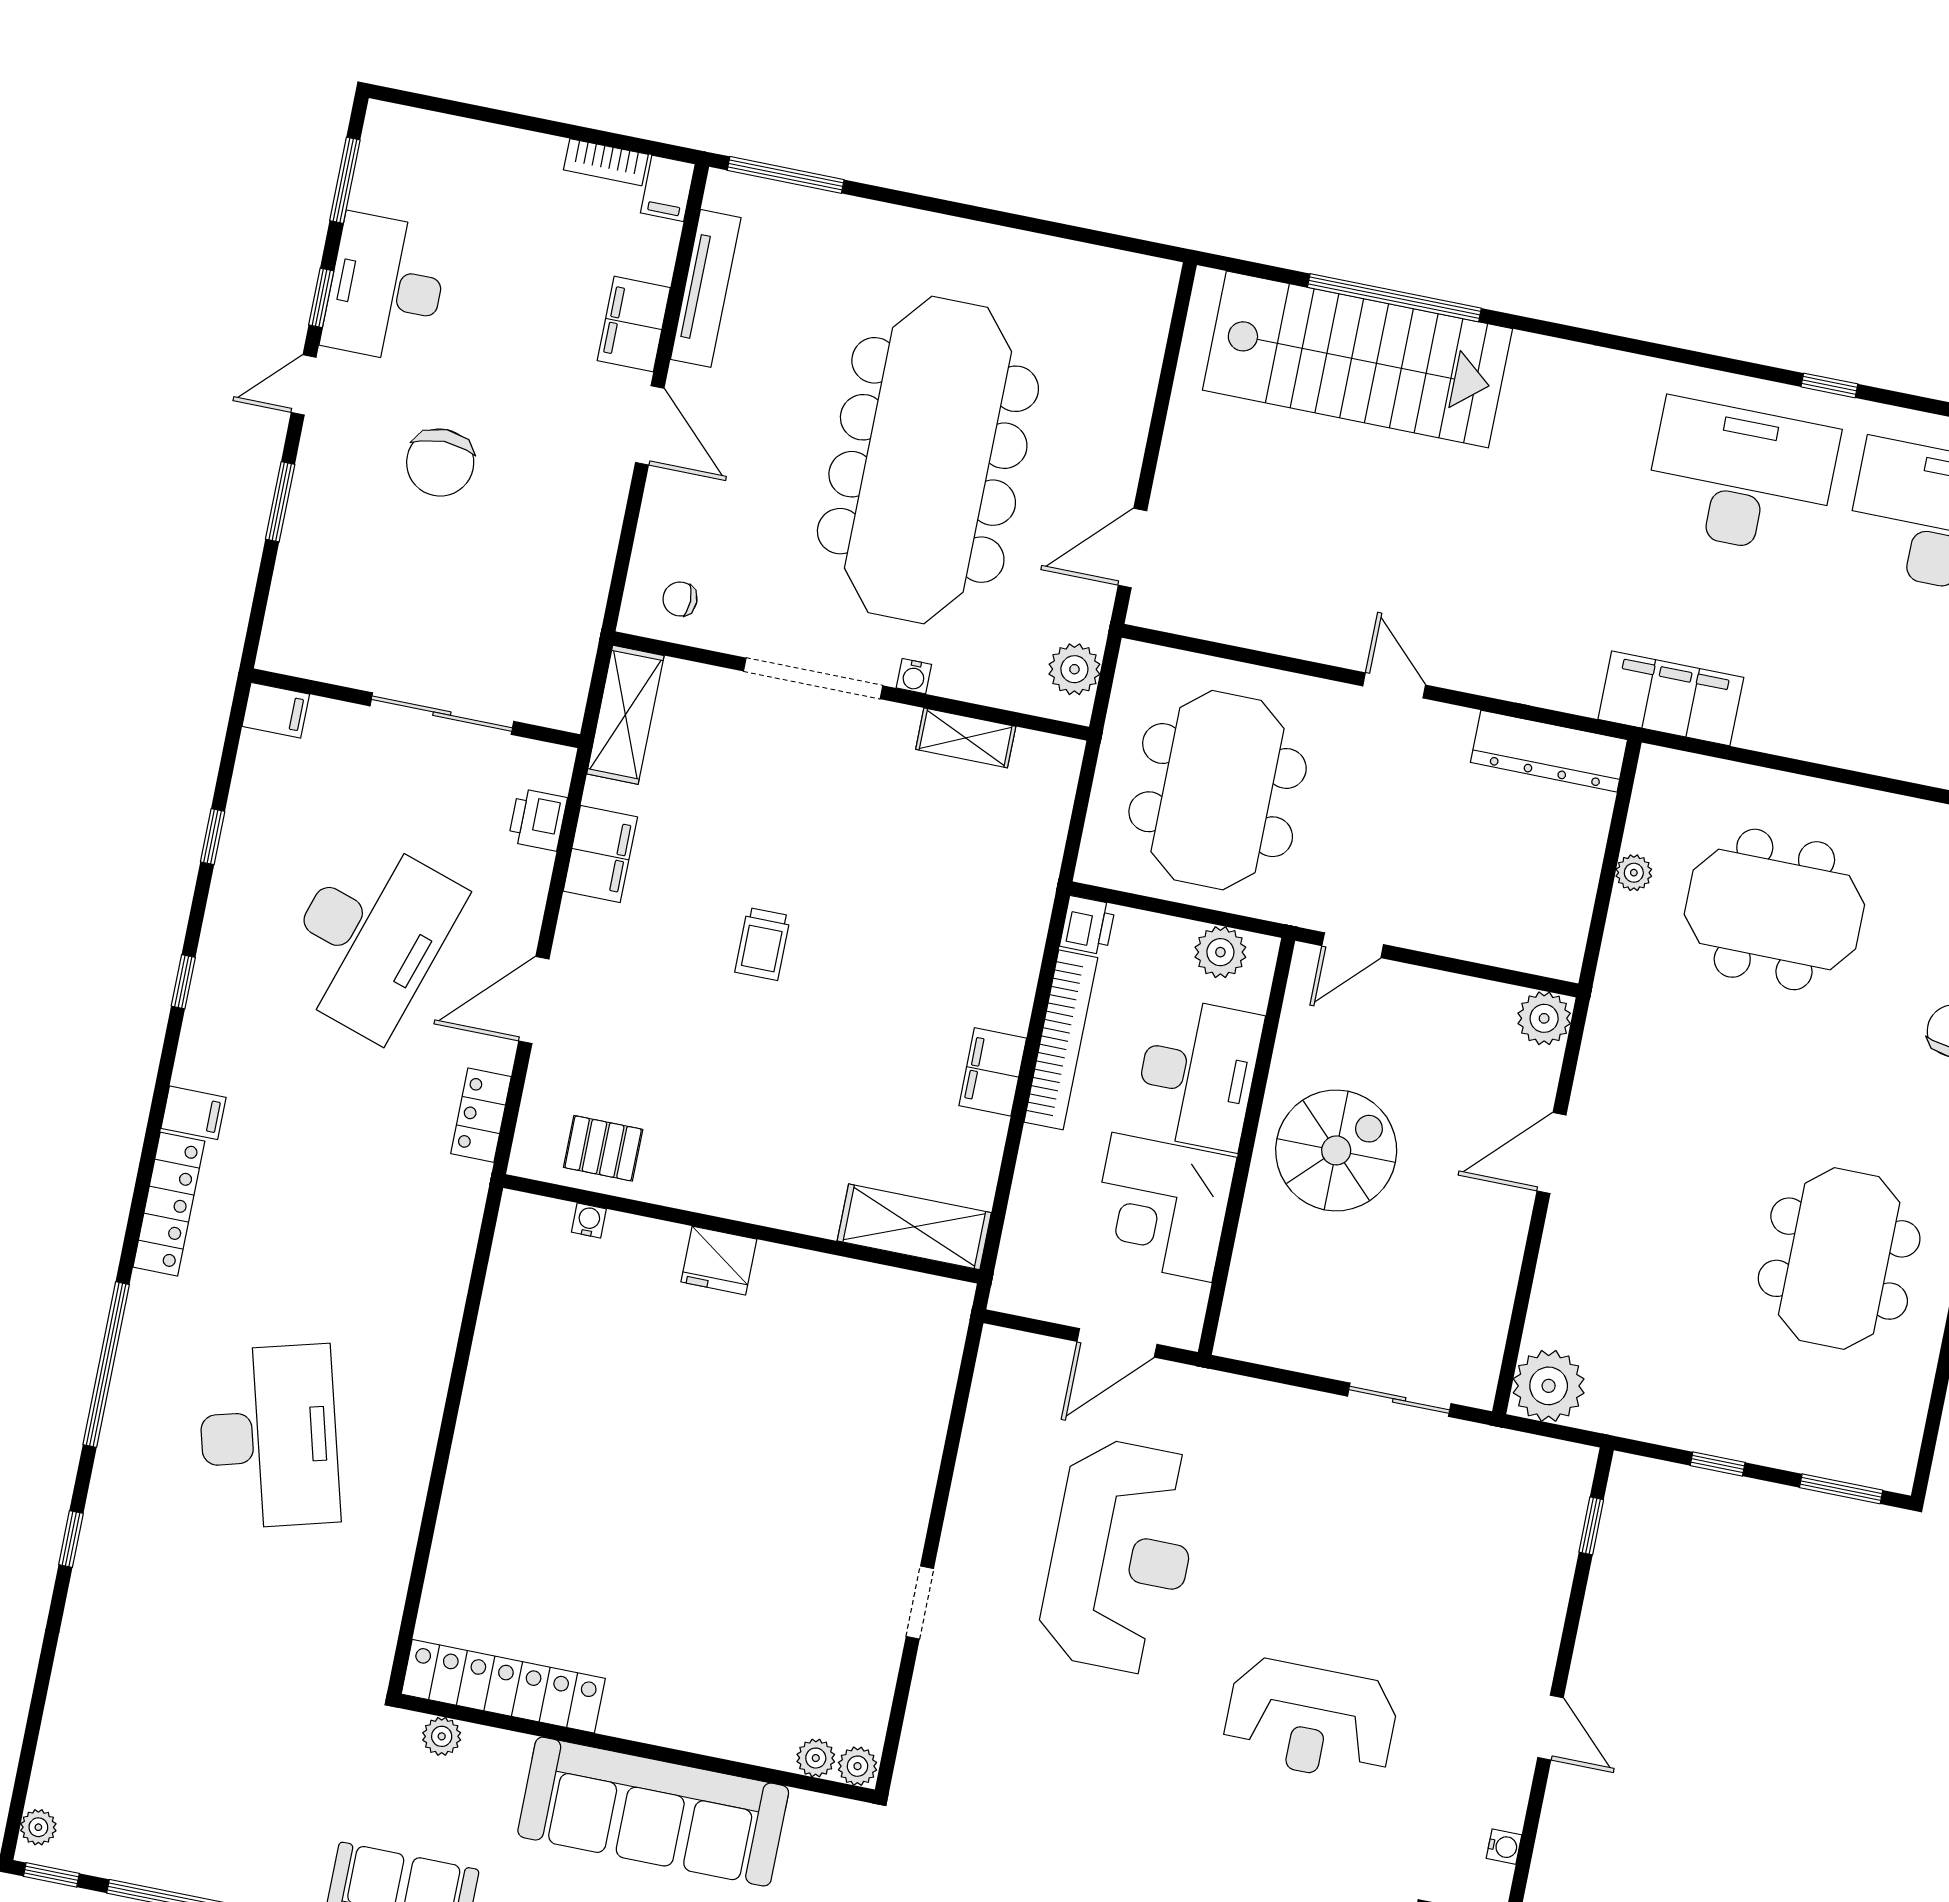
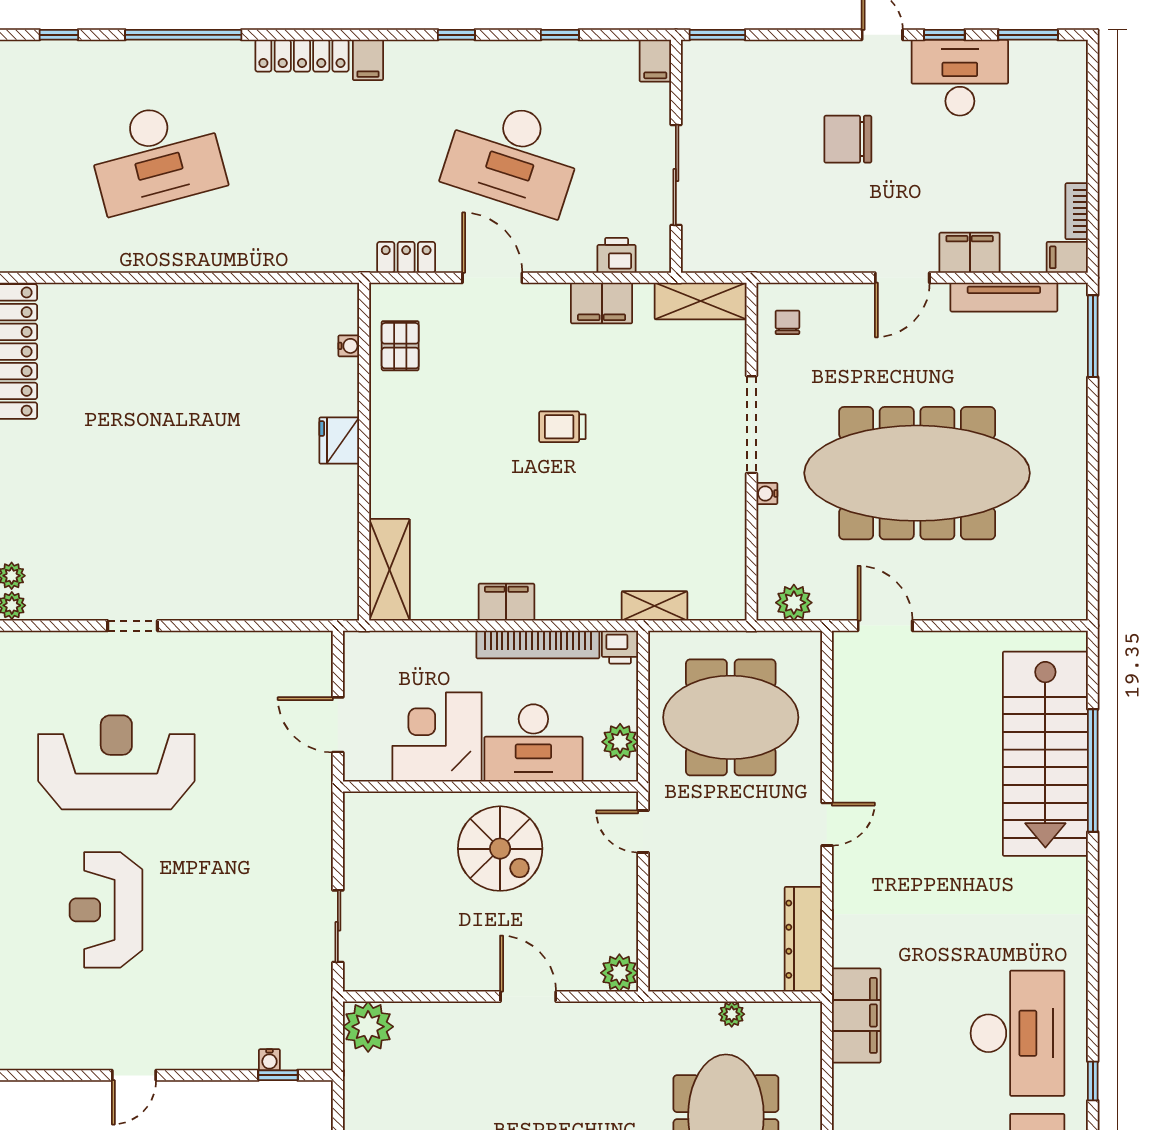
window: (280, 502) -> (717, 35), moved
shelving: (966, 738) -> (655, 606), moved, turned 90
reception desk: (1121, 1556) -> (116, 762), moved, turned 180
water cooler: (1504, 1847) -> (269, 1060), moved

